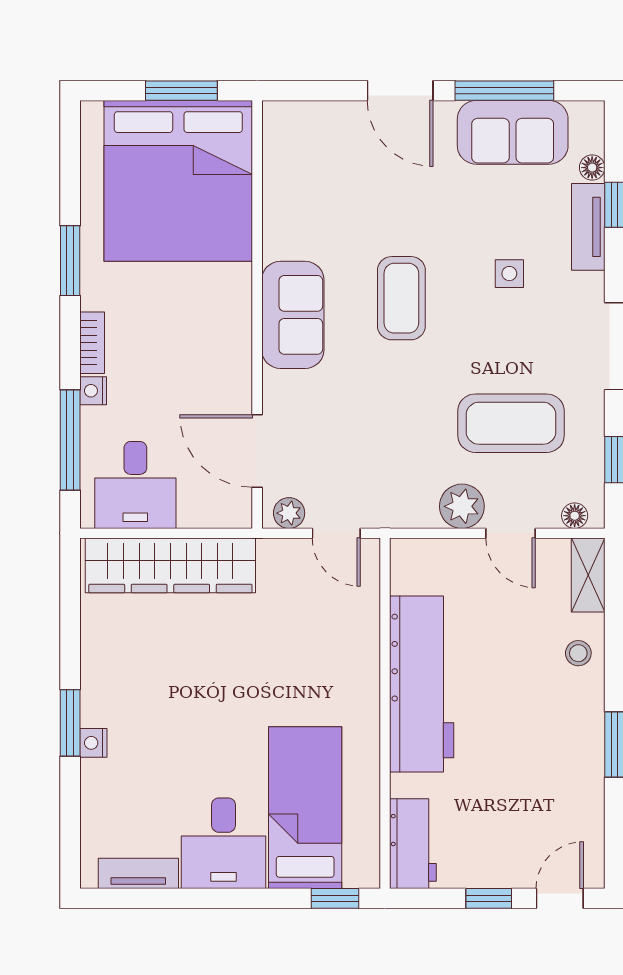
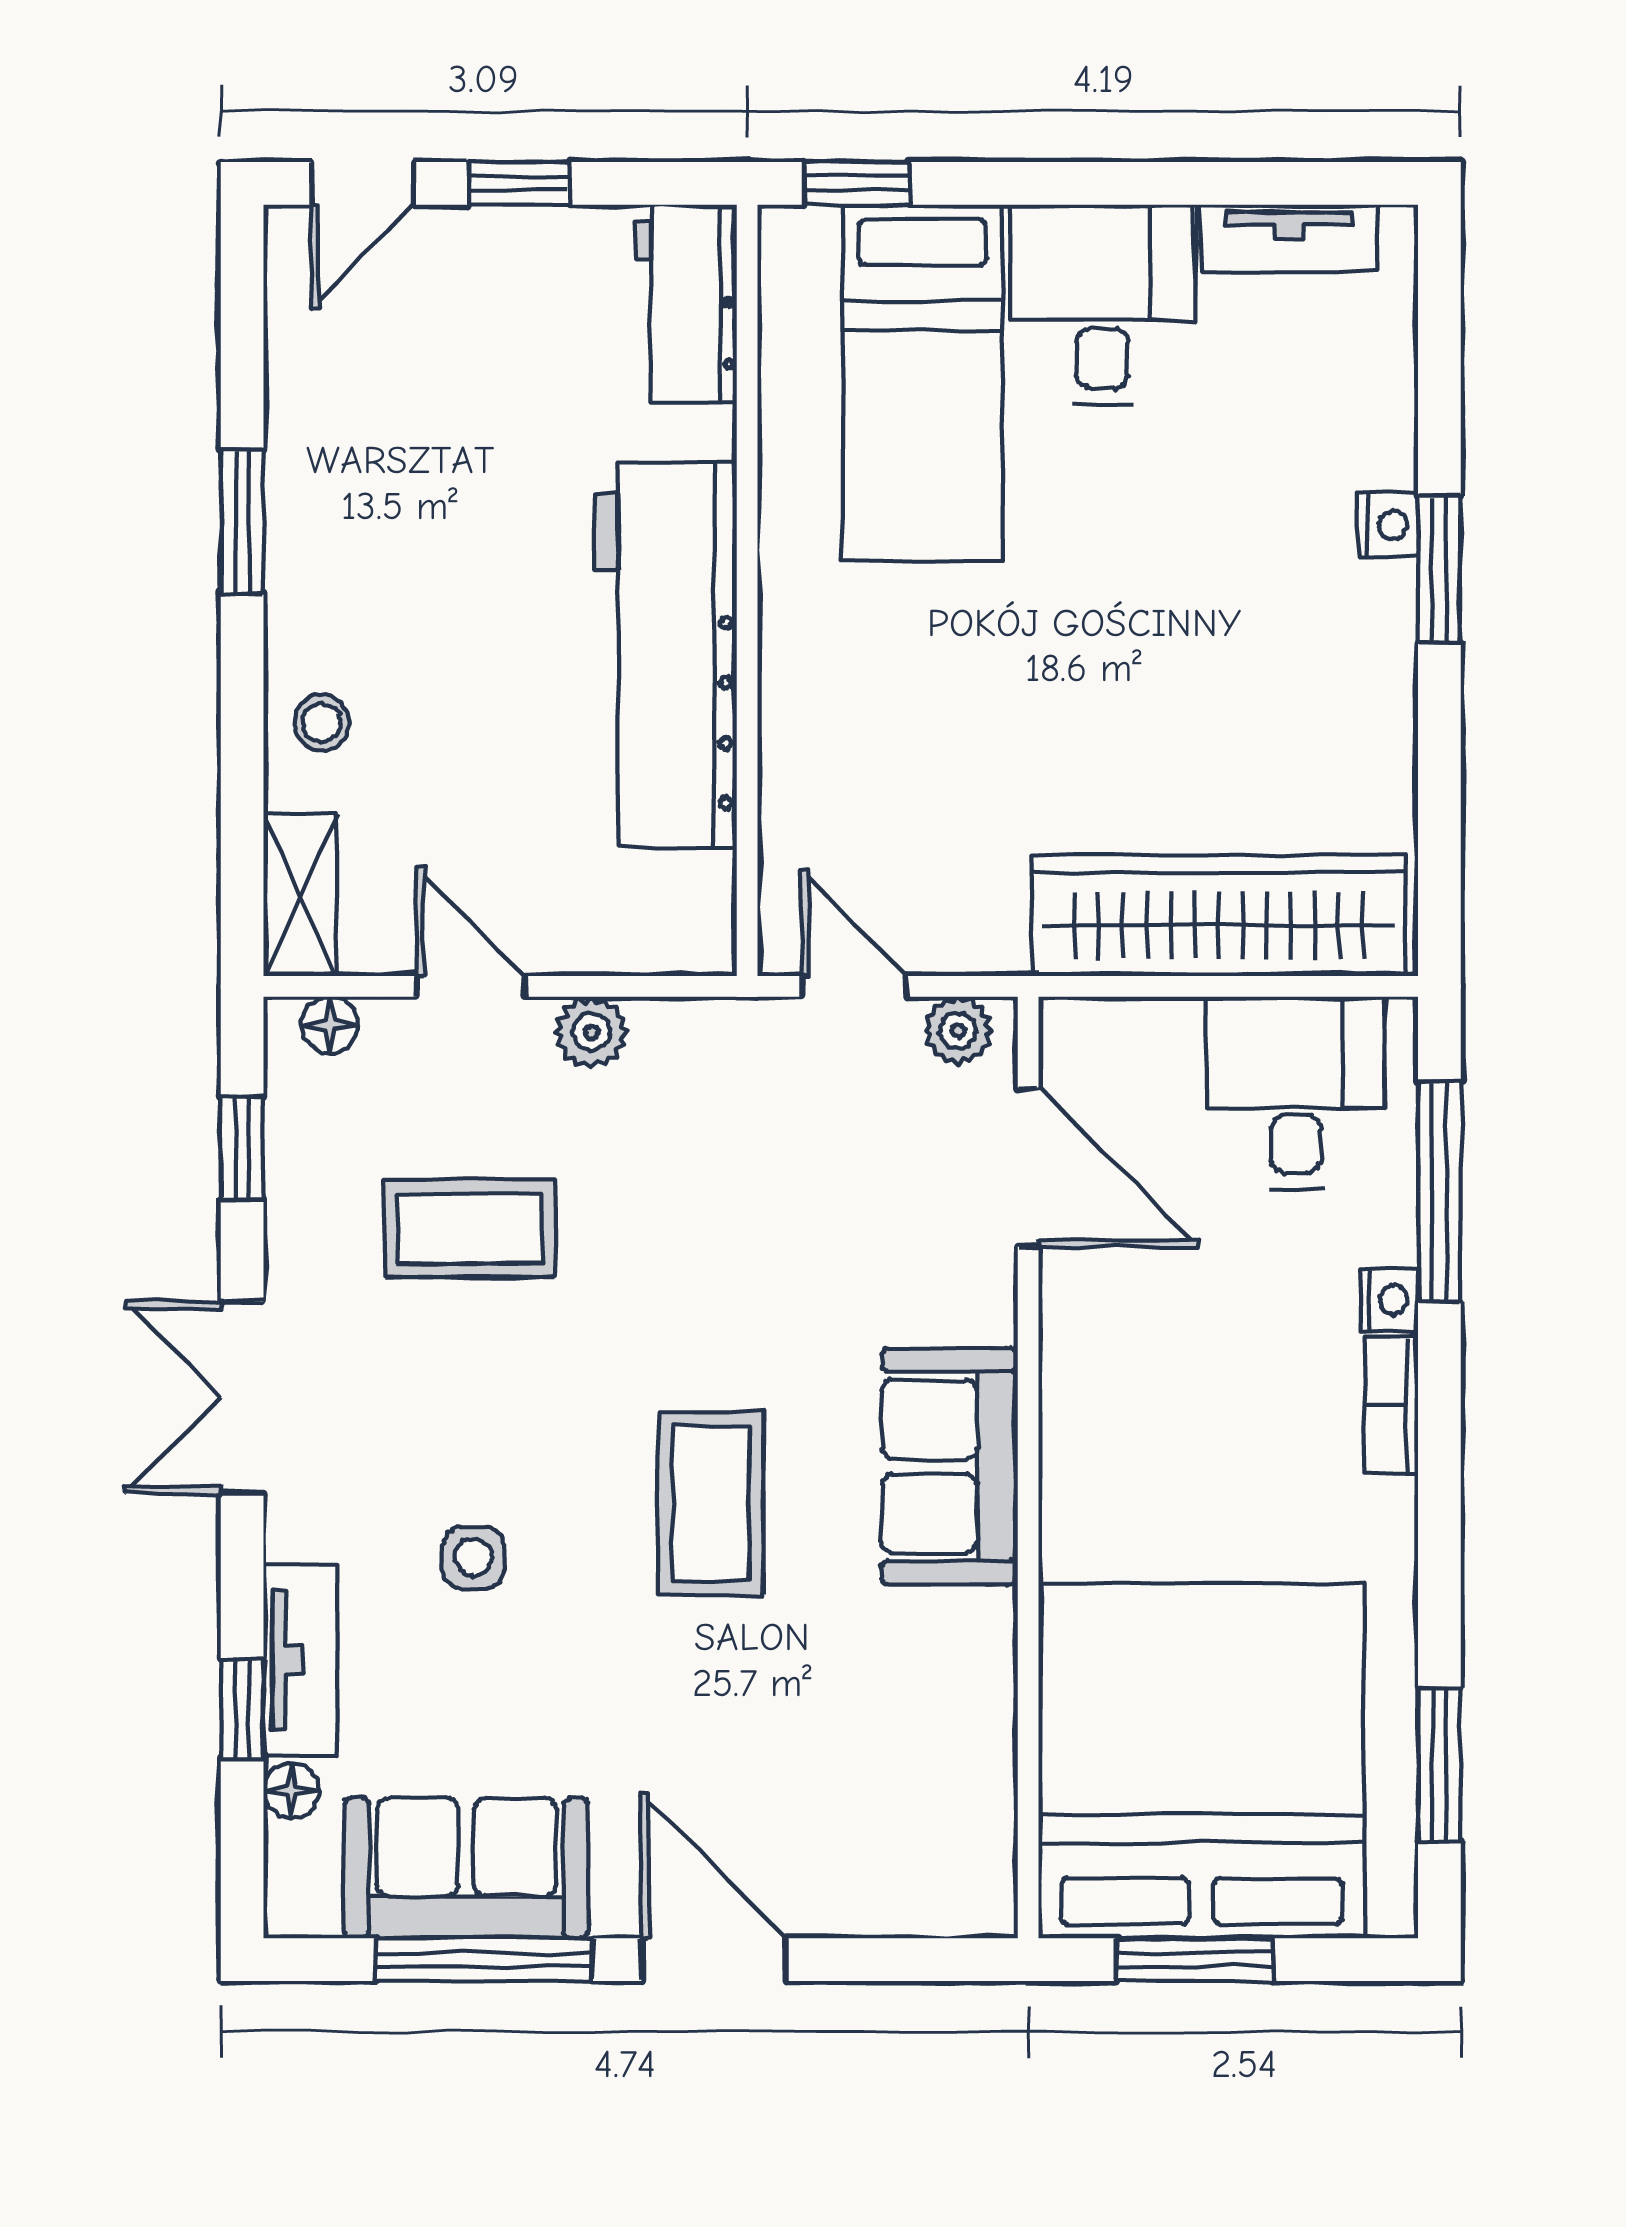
window: (70, 261) -> (1439, 1765), moved
coffee table: (511, 423) -> (470, 1228), width x0.73, depth x0.76
plant: (462, 506) -> (591, 1032), width x0.73, depth x0.73

